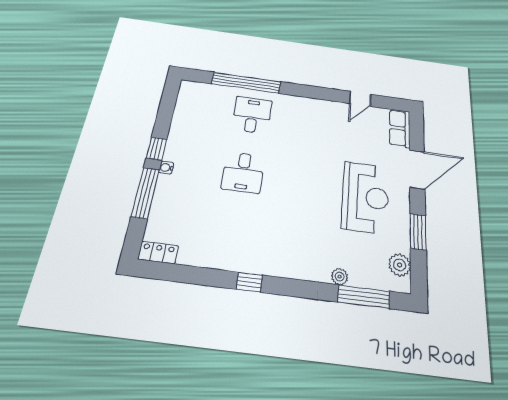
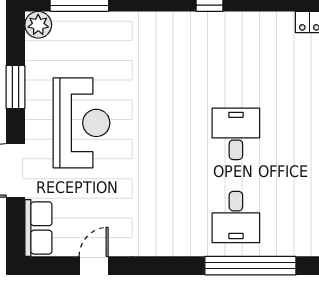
reception desk: (365, 197) -> (82, 123), turned 180
plant: (400, 265) -> (38, 25), moved
plant: (340, 277) -> (108, 21), removed

